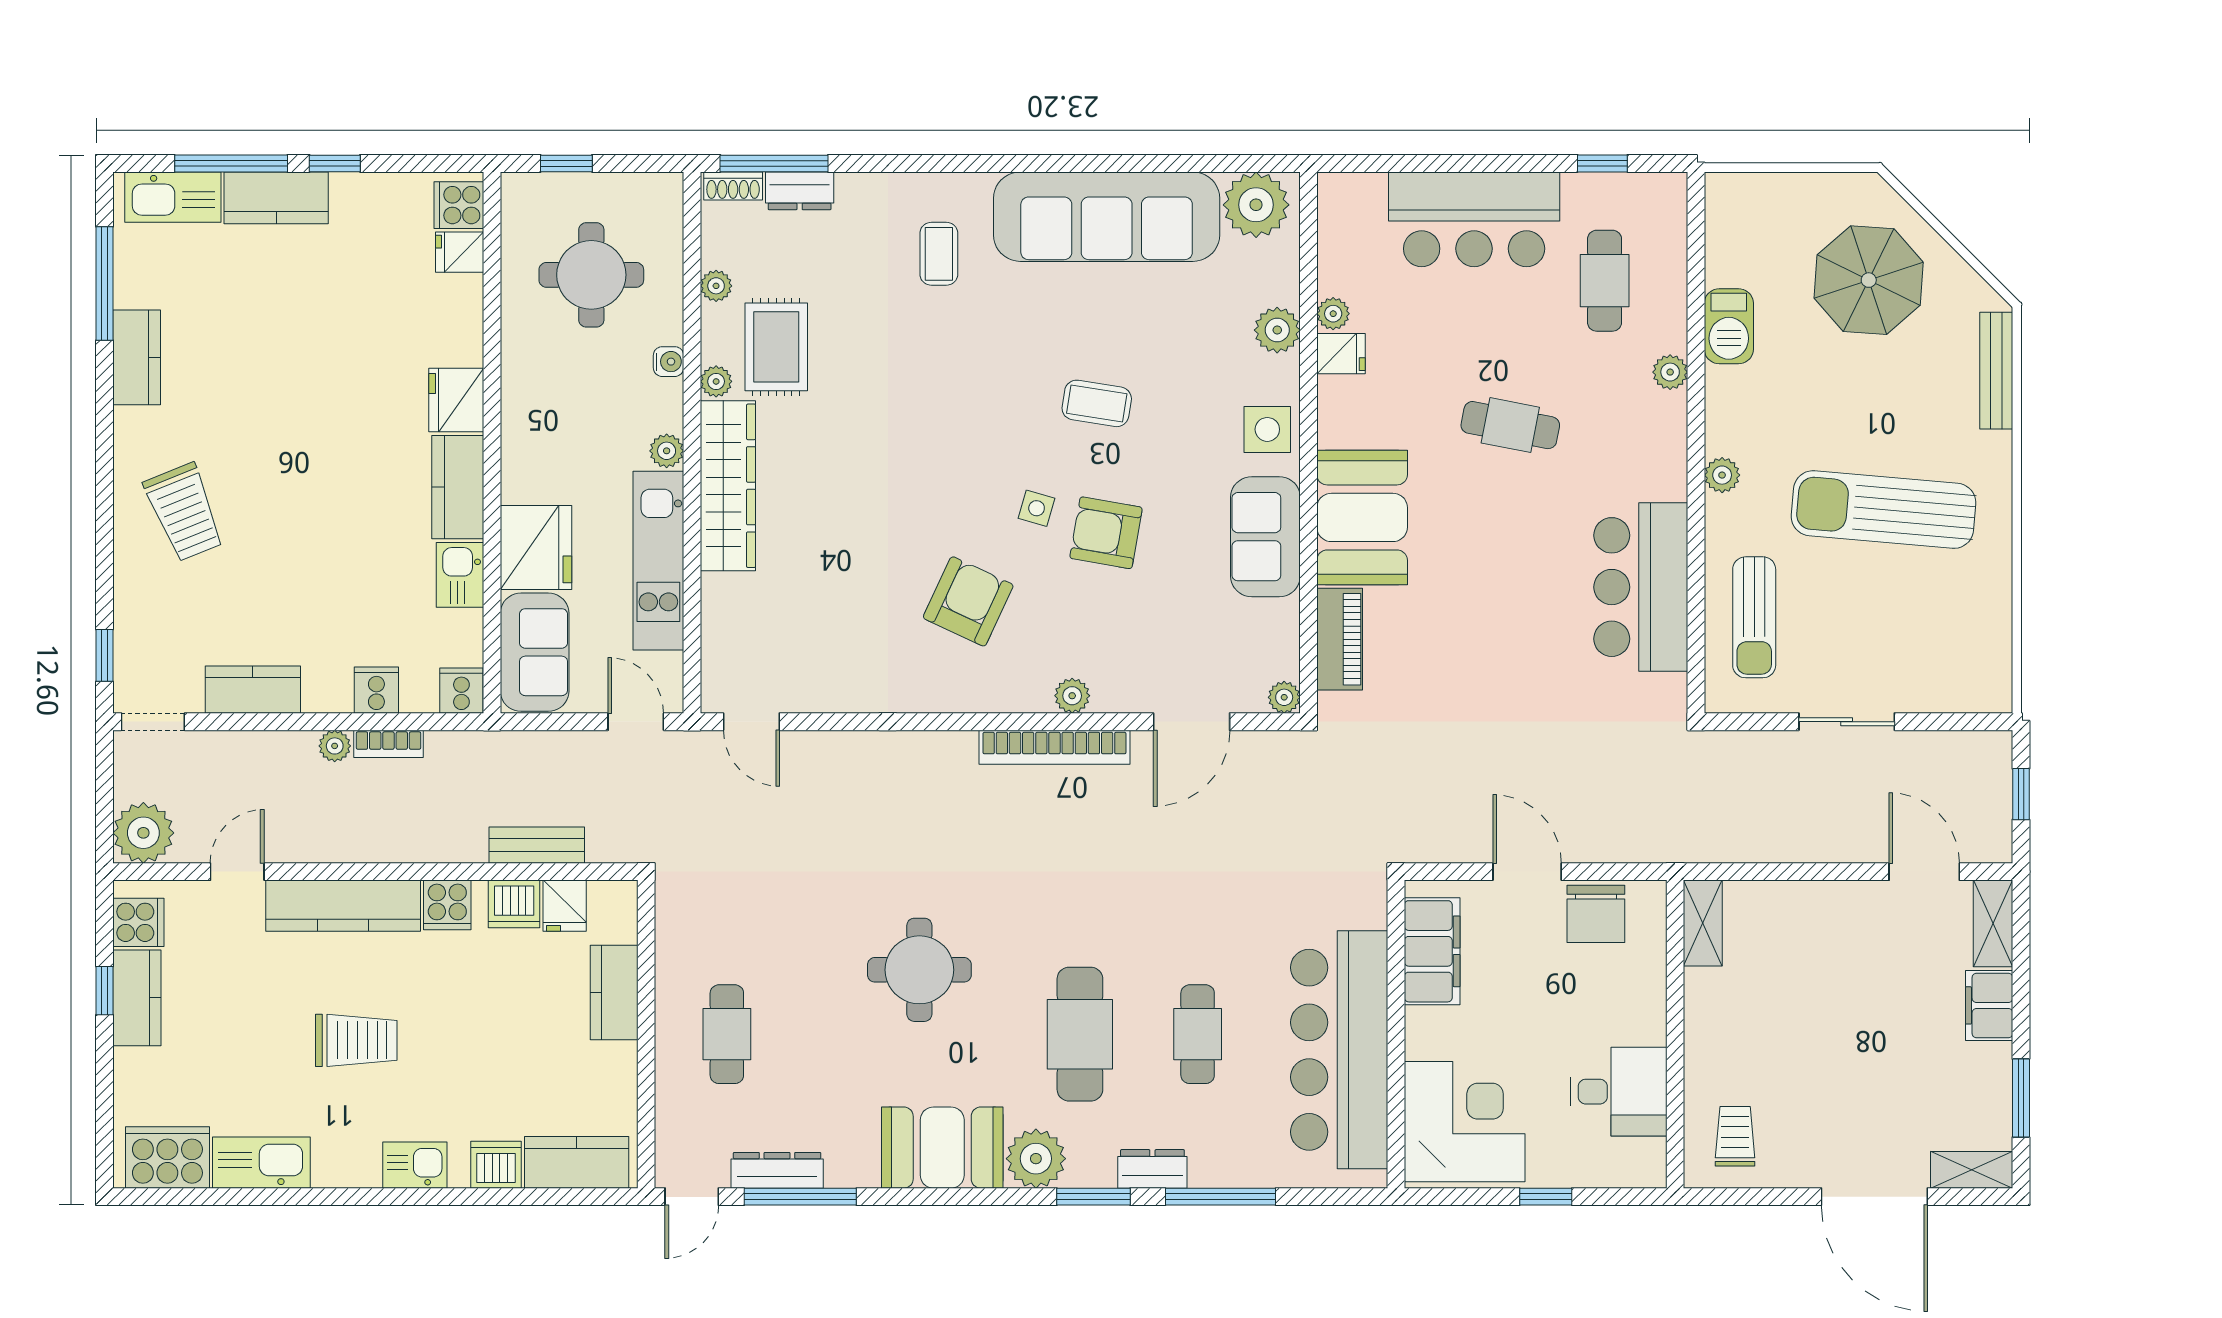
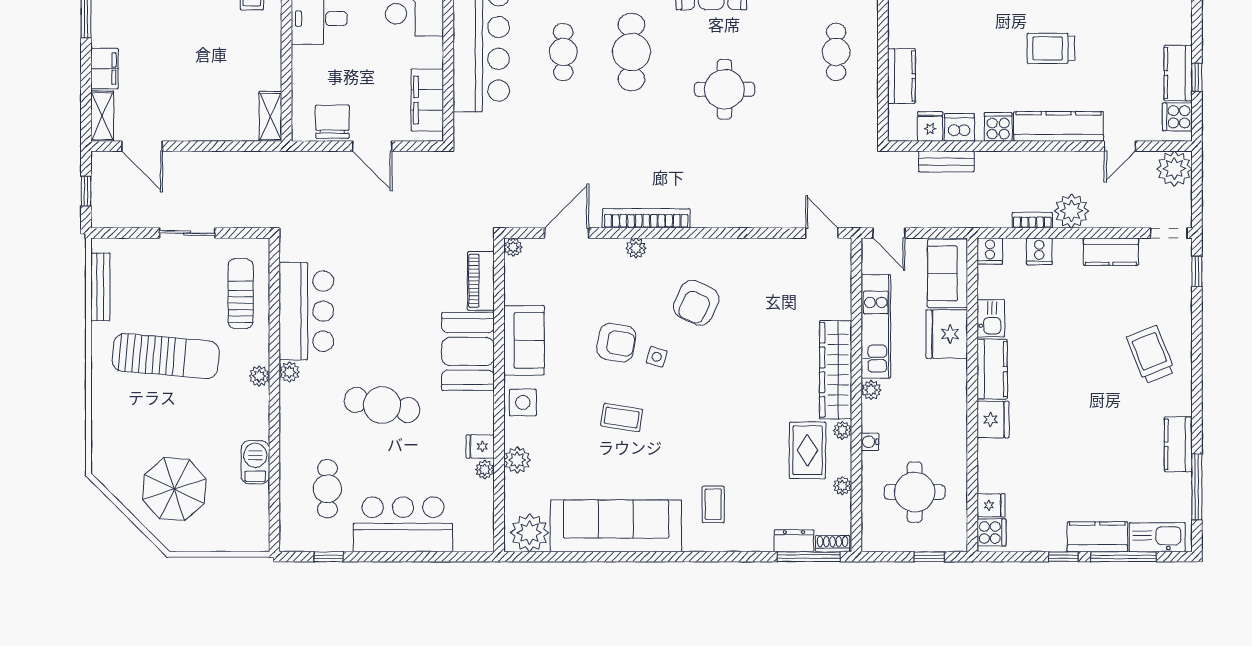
bench: (1996, 371) -> (100, 287), moved
plant: (1670, 372) -> (289, 372), moved
cafe table: (1510, 425) -> (382, 405), width x1.37, depth x1.35
plant: (335, 746) -> (1072, 211), width x1.87, depth x1.87

